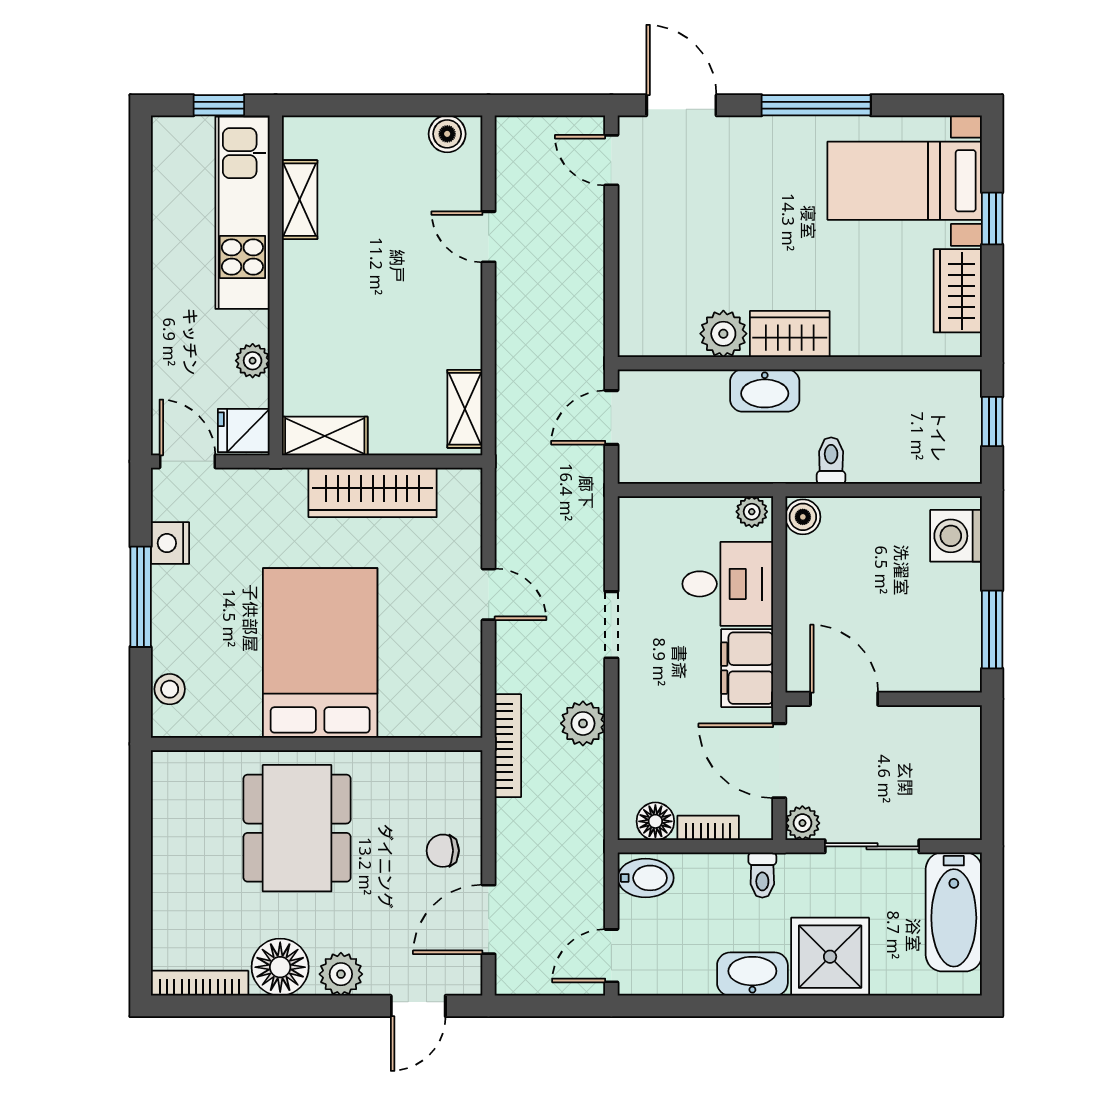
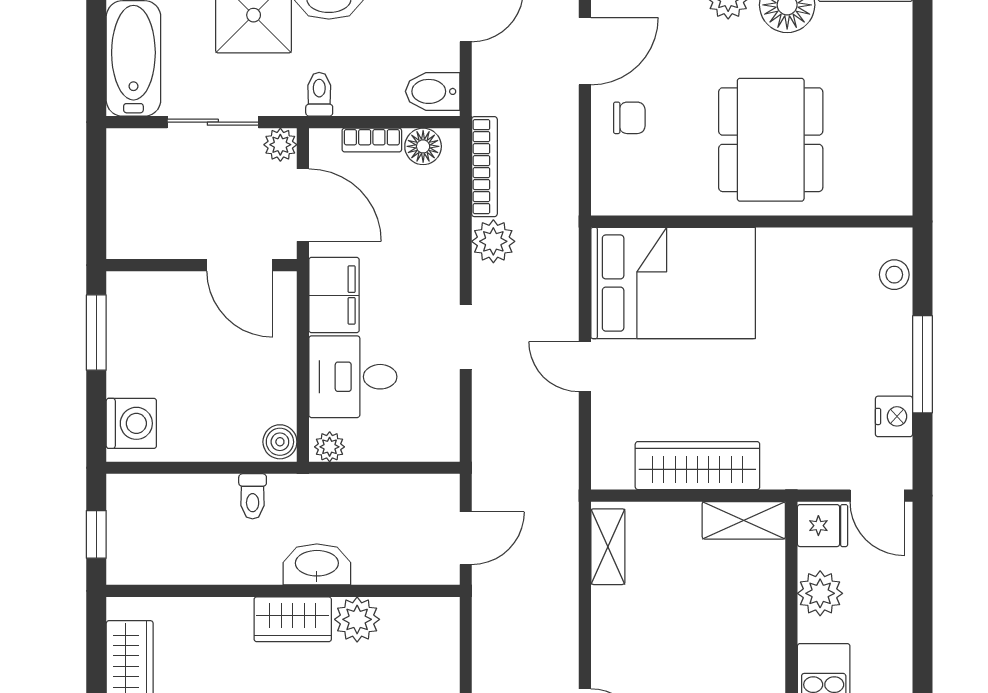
plant: (253, 361) -> (820, 593), width x1.38, depth x1.38
bed: (320, 653) -> (673, 283), moved, turned -90
bookcase: (508, 746) -> (484, 167), moved, turned 180

